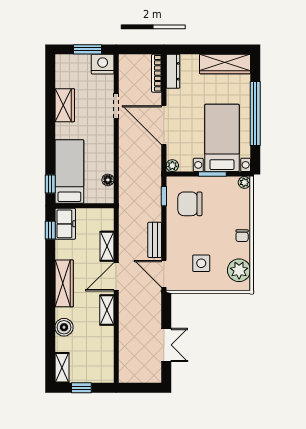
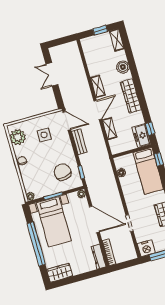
wardrobe: (225, 64) -> (60, 273), width x0.67
chair: (190, 204) -> (63, 172), turned -100

